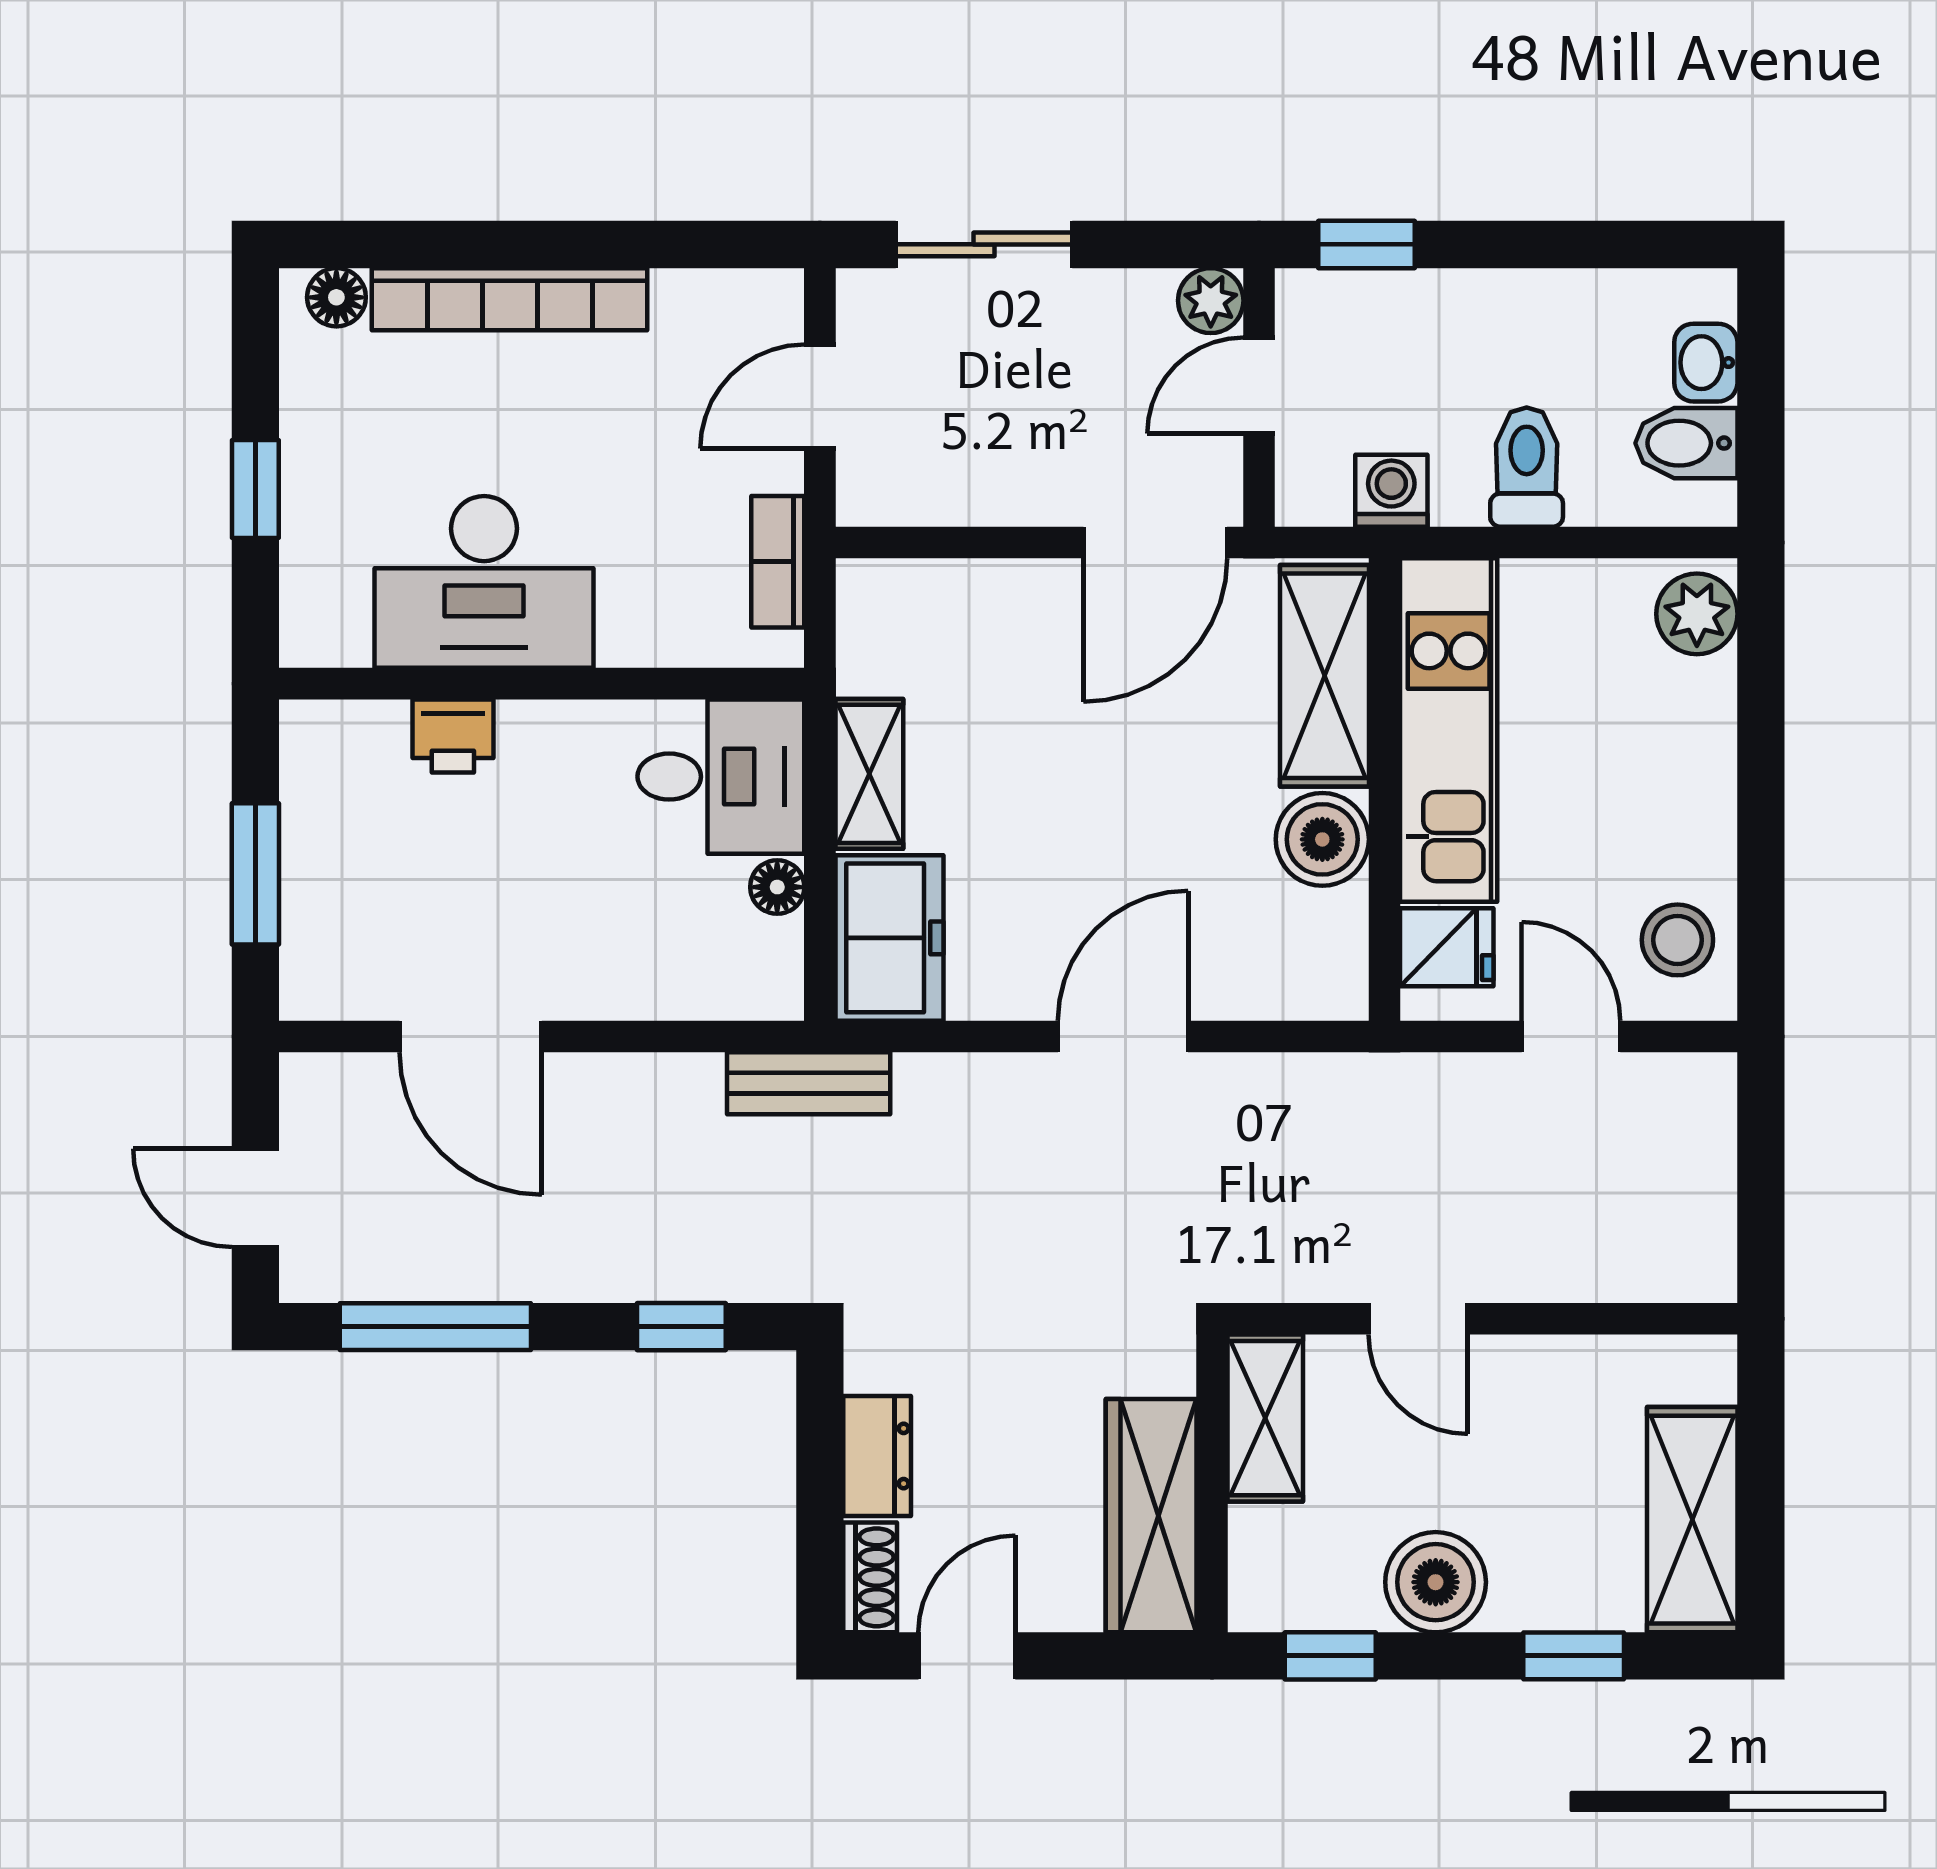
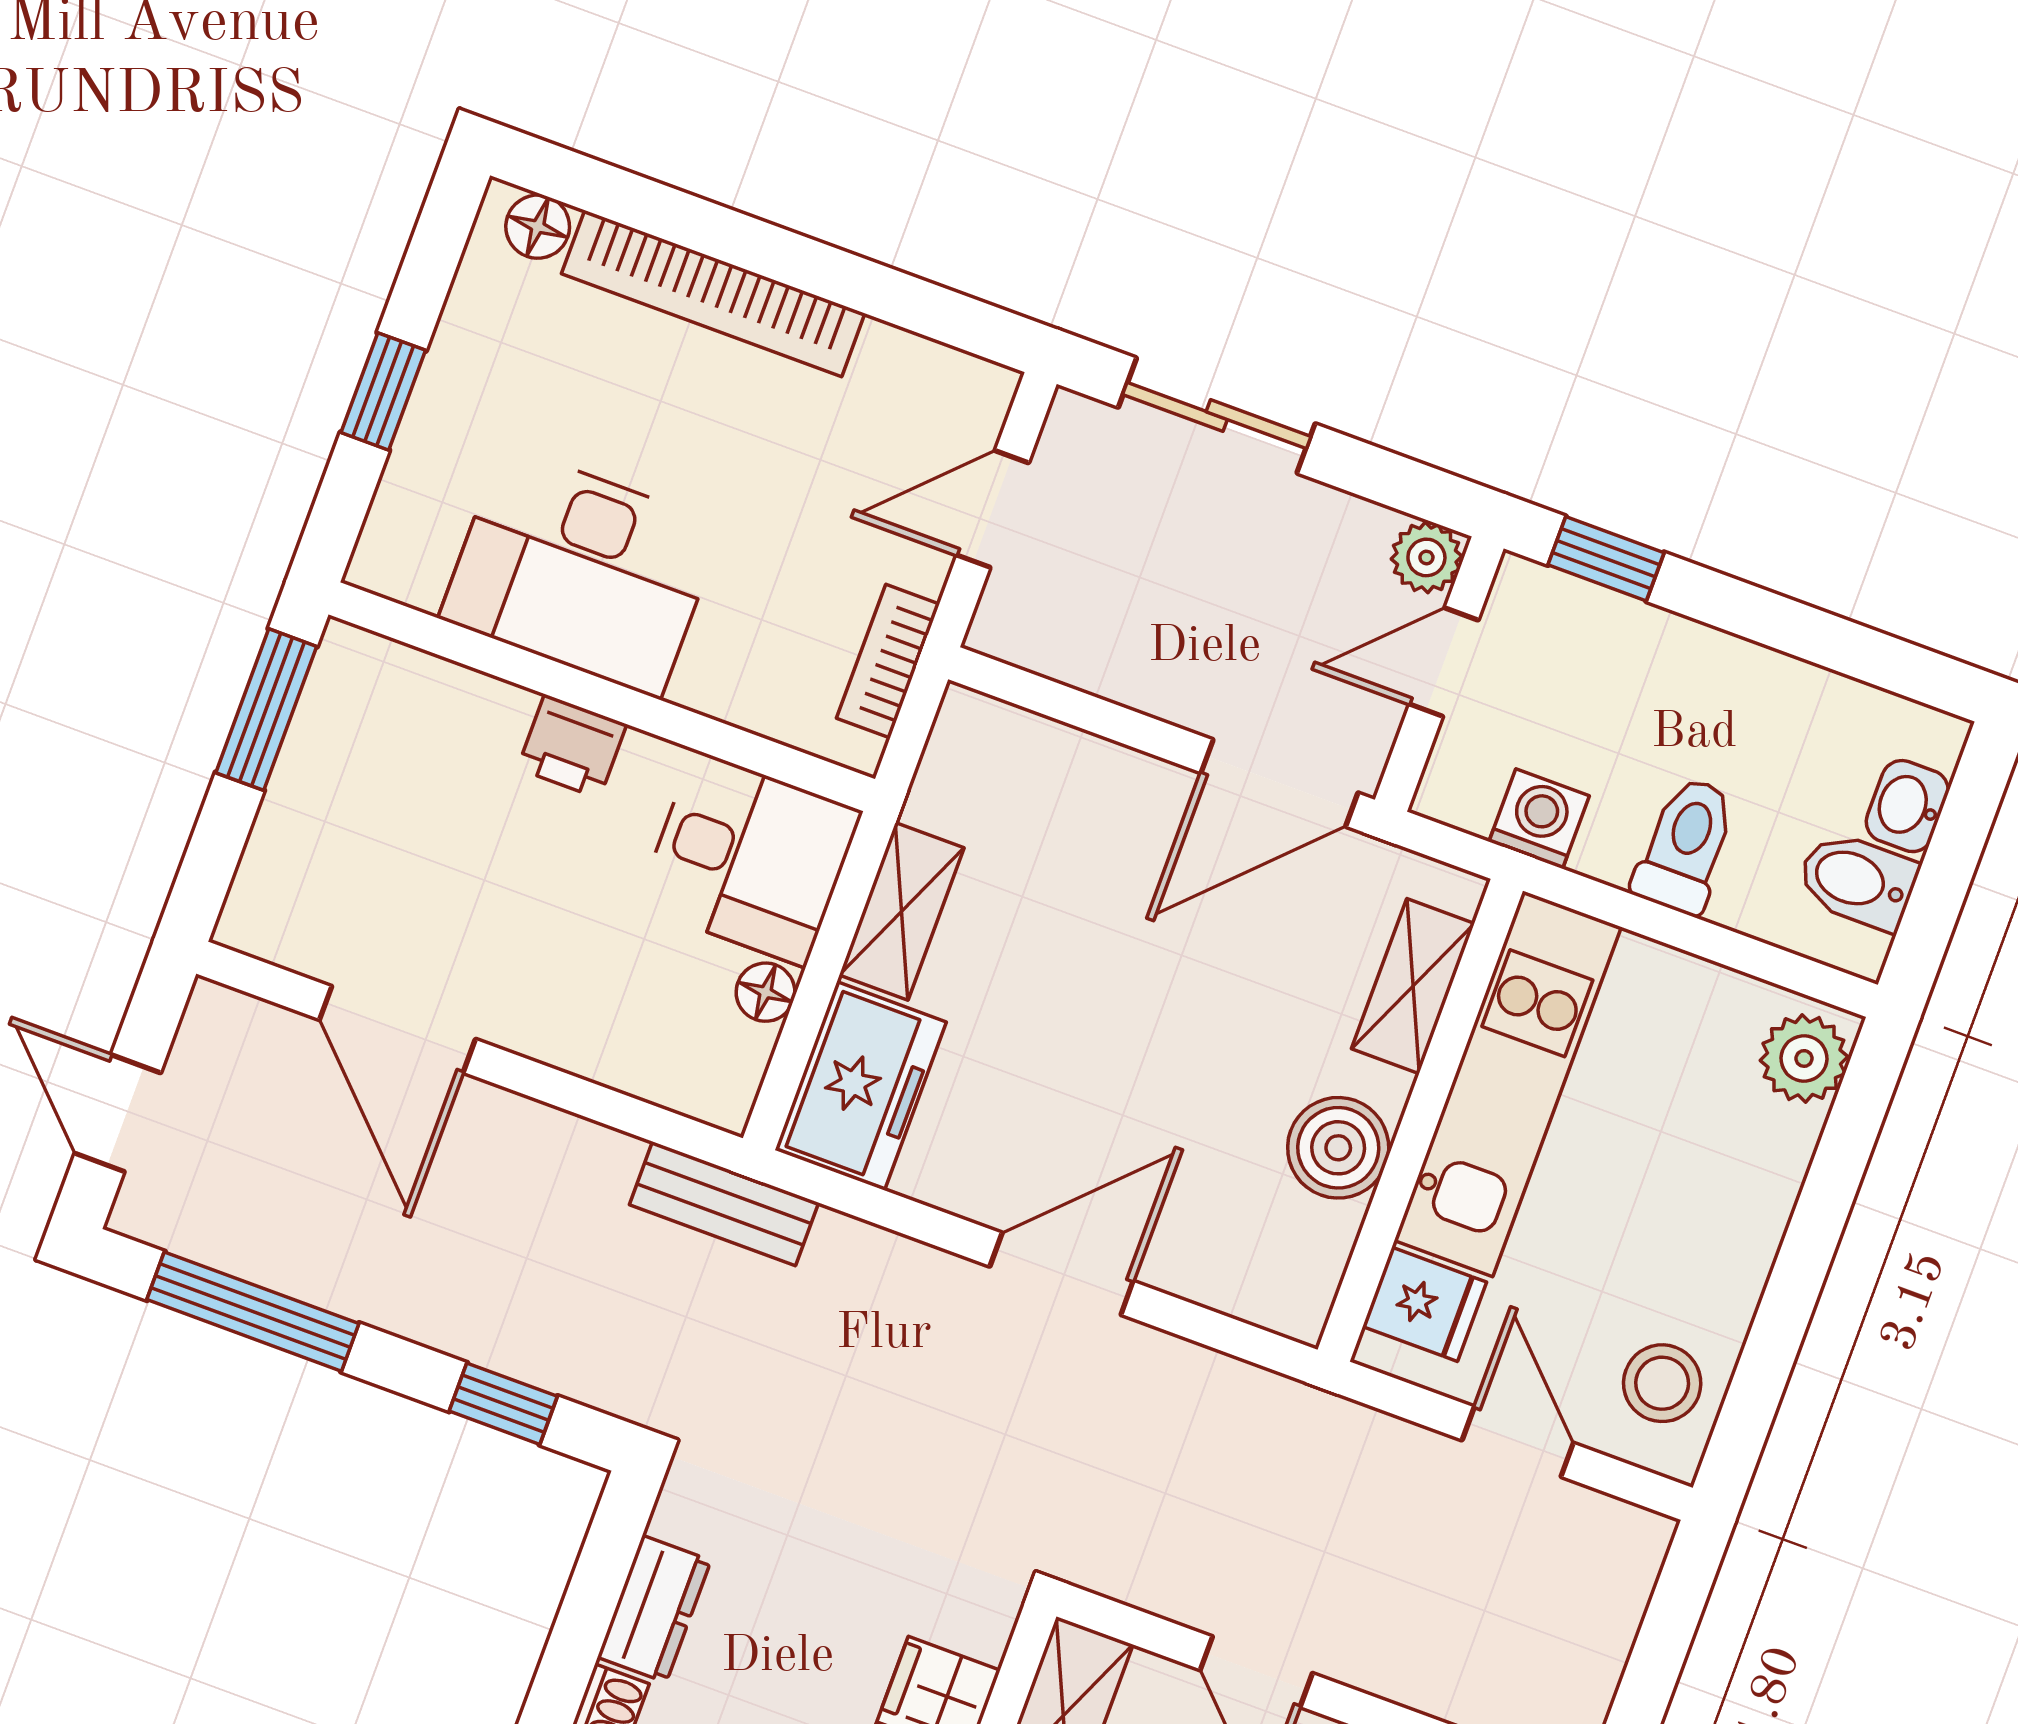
shelving: (1324, 676) -> (1413, 986), width x0.67, depth x0.75
printer: (453, 736) -> (572, 746), moved
window: (255, 874) -> (266, 710), moved

